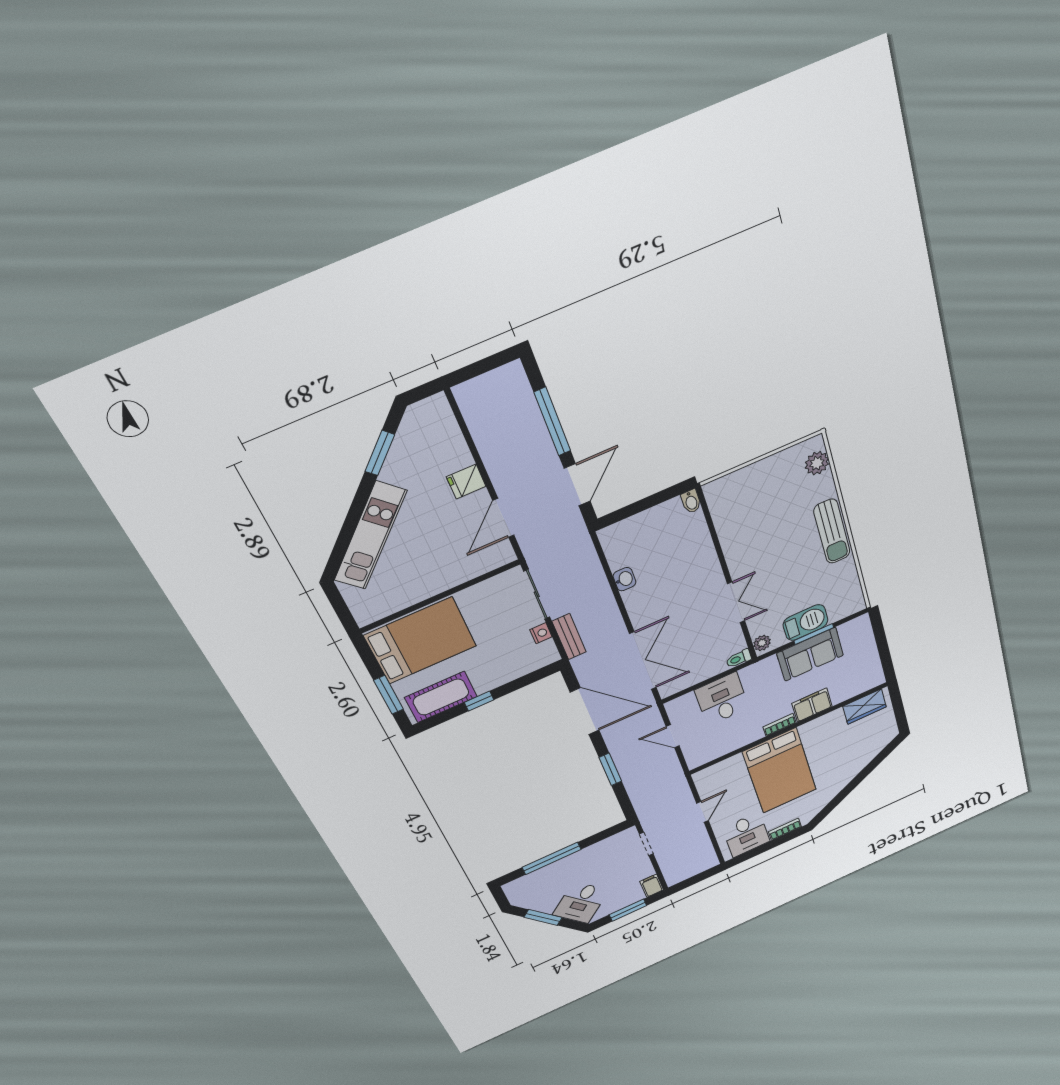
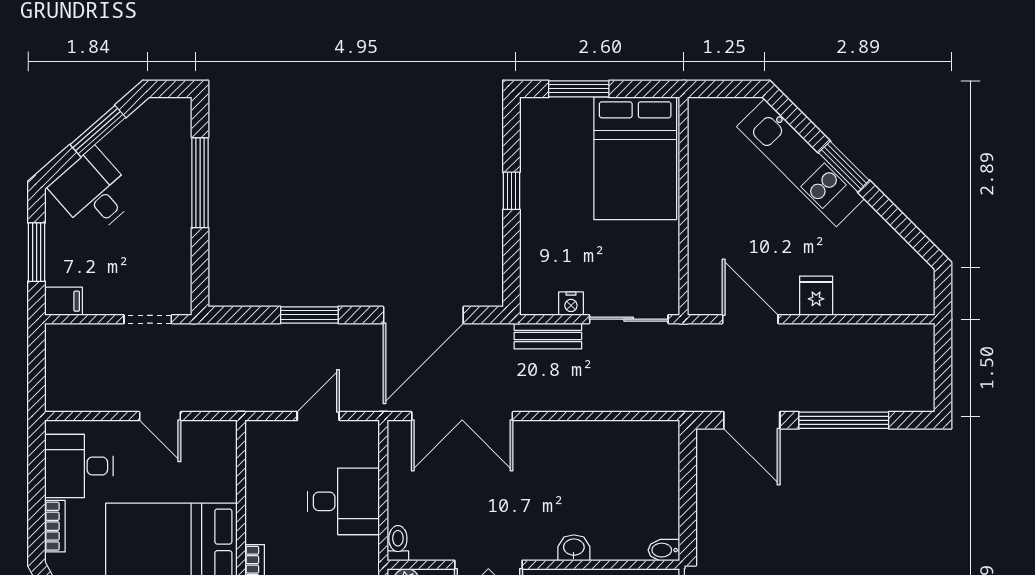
window: (380, 453) -> (844, 167), moved
washbasin: (624, 579) -> (574, 548), moved, turned 180
cot: (441, 697) -> (542, 148), removed

